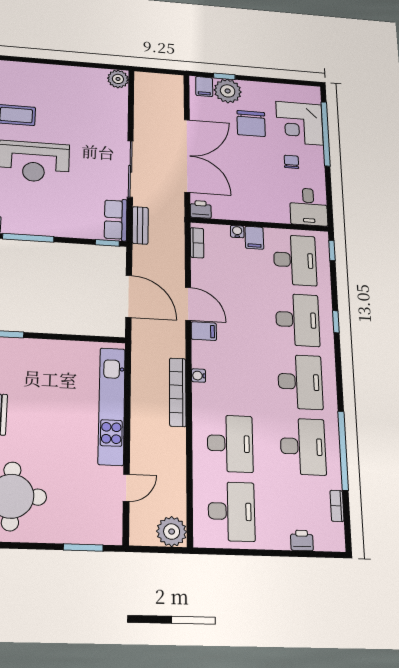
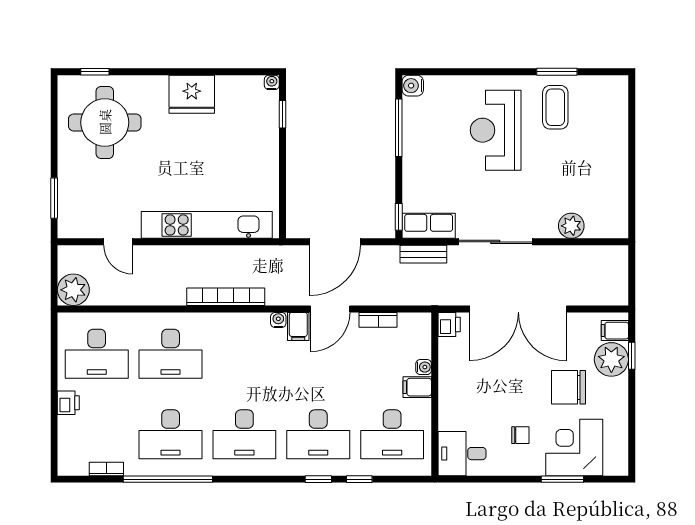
plant: (118, 79) -> (571, 226), moved
window: (326, 134) -> (562, 479), width x0.47
bookcase: (197, 243) -> (378, 320), moved
window: (332, 250) -> (359, 479), moved
water cooler: (199, 376) -> (278, 320), moved
printer: (302, 540) -> (68, 403), moved

